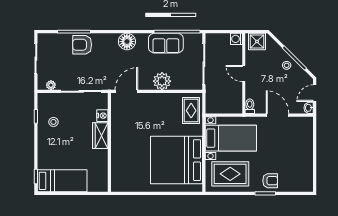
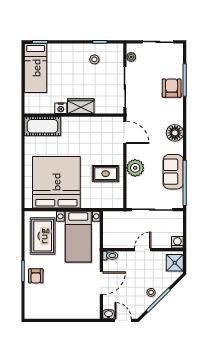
rug: (191, 111) -> (106, 174), moved
nightstand: (102, 116) -> (61, 108), moved
cot: (120, 174) -> (43, 126), added

